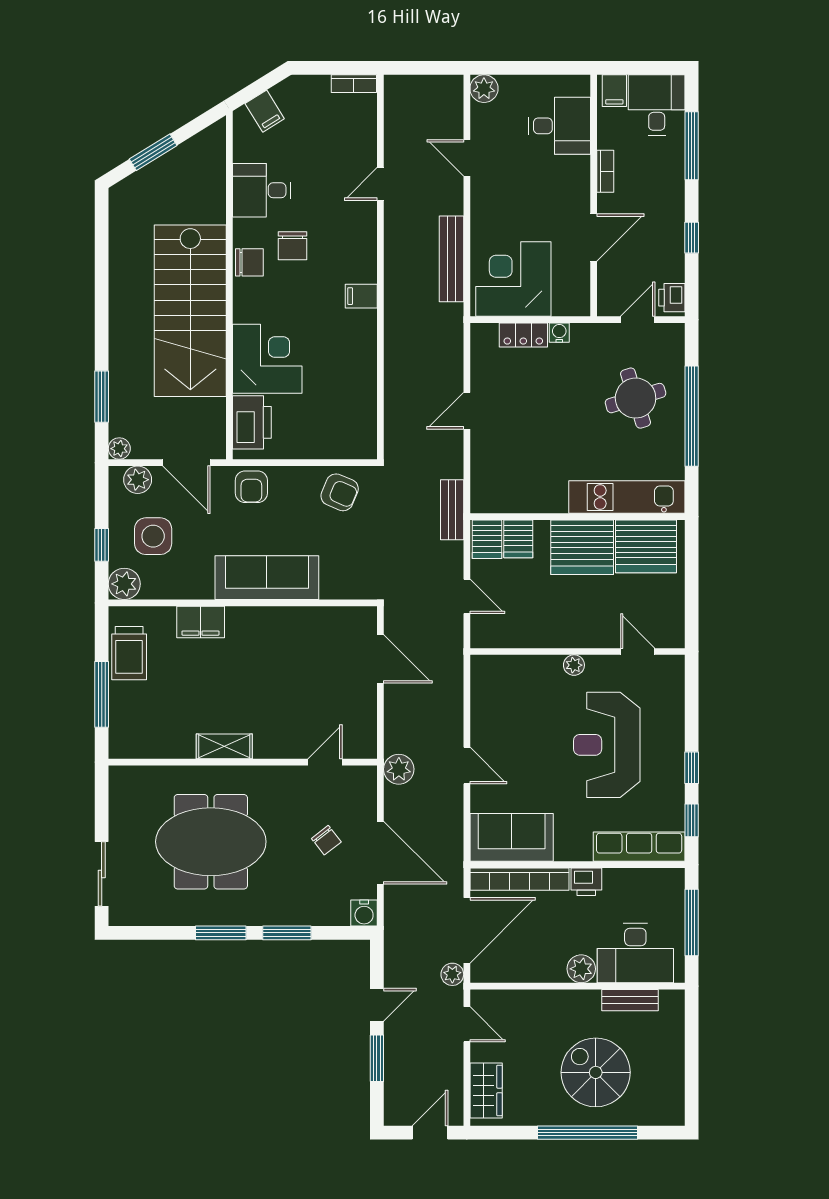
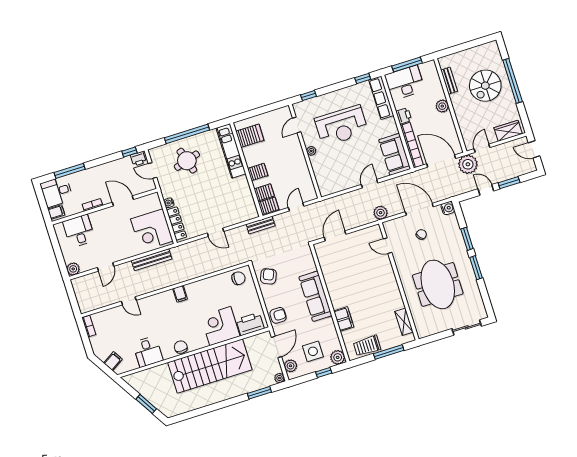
window: (692, 238) -> (129, 152), moved
chair: (293, 246) -> (238, 278), moved
locker: (523, 335) -> (177, 224), width x1.53
server rack: (646, 546) -> (250, 136), width x0.62
server rack: (582, 547) -> (258, 172), width x0.46, depth x0.70
trolley: (129, 653) -> (367, 346), turned 180
shelving: (224, 746) -> (404, 322), moved
window: (692, 768) -> (308, 96), moved
door: (380, 853) -> (419, 209), hinge flipped
desk: (635, 953) -> (405, 83), moved, turned -90
plant: (452, 974) -> (468, 164), width x1.88, depth x1.88

